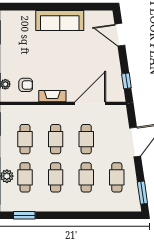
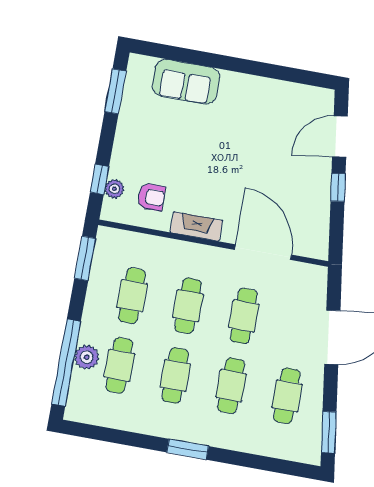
sofa: (60, 21) -> (186, 82), moved, width x0.73
door: (120, 35) -> (340, 136), hinge flipped
window: (126, 81) -> (338, 187), moved
door: (90, 103) -> (263, 252), hinge flipped
window: (24, 215) -> (188, 449), moved

